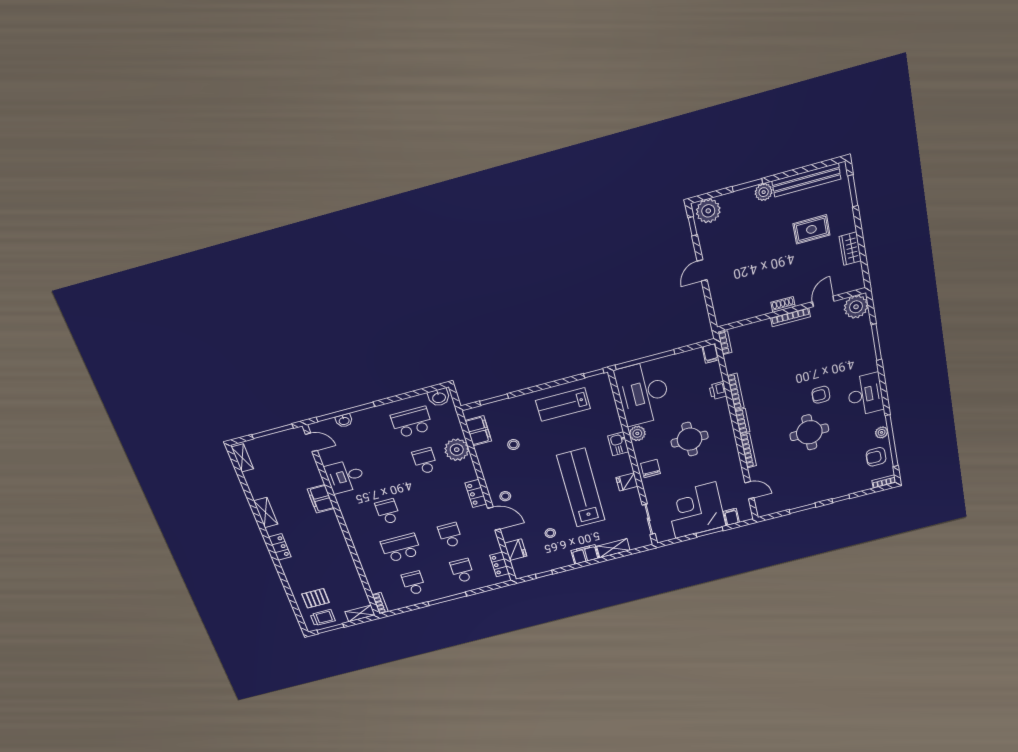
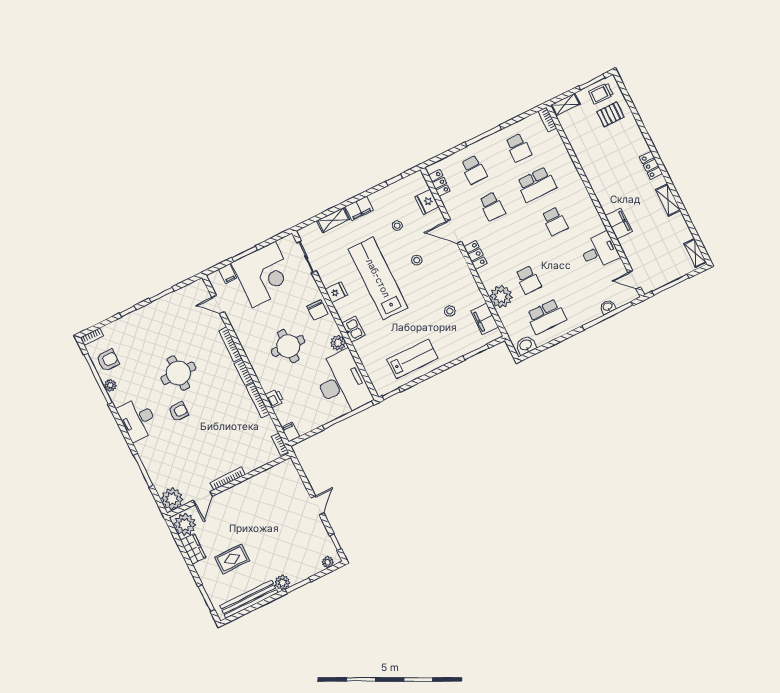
plant: (708, 211) -> (328, 562), width x0.53, depth x0.53
plant: (851, 277) -> (185, 524), added
shoe rack: (783, 304) -> (238, 489), removed
lab bench: (581, 488) -> (378, 278), turned 180
stool: (505, 496) -> (417, 260), moved

